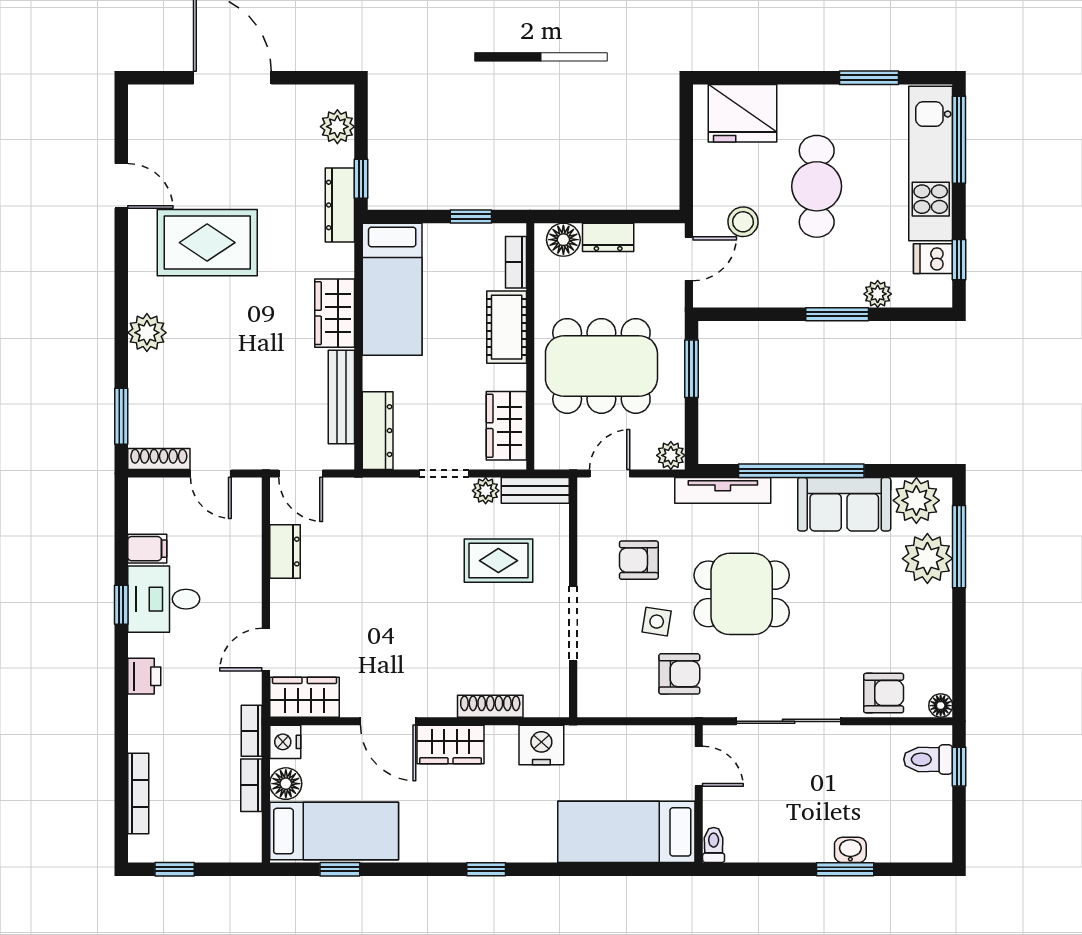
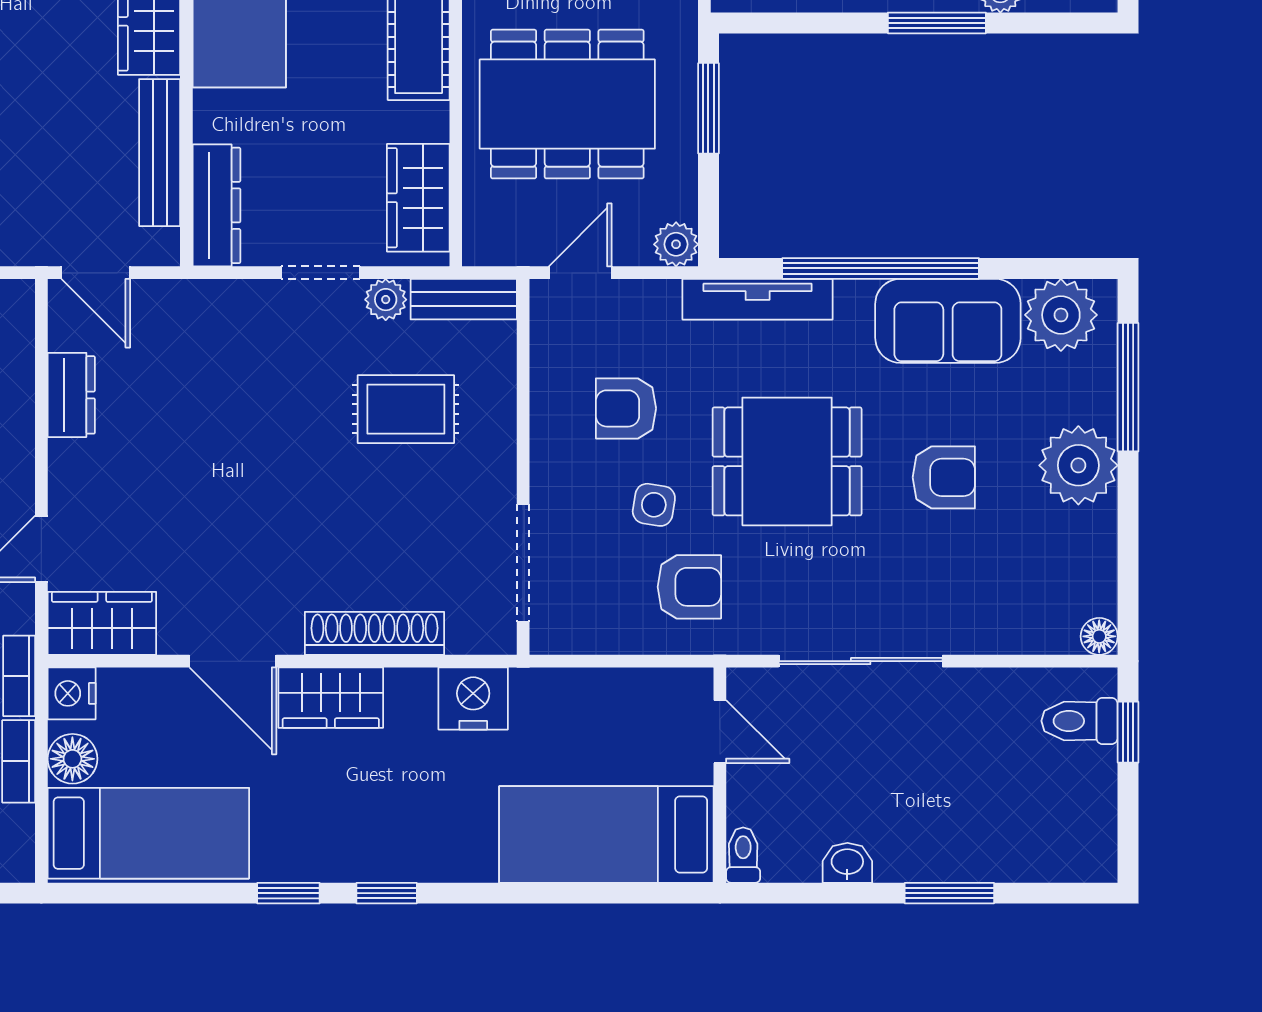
plant: (927, 559) -> (1078, 465), moved
doorway: (573, 624) -> (523, 563), moved
armchair: (884, 693) -> (944, 477), moved
shoe rack: (490, 706) -> (375, 633), width x1.36, depth x1.24
washbasin: (850, 850) -> (847, 863), moved
window: (340, 869) -> (288, 893), moved

